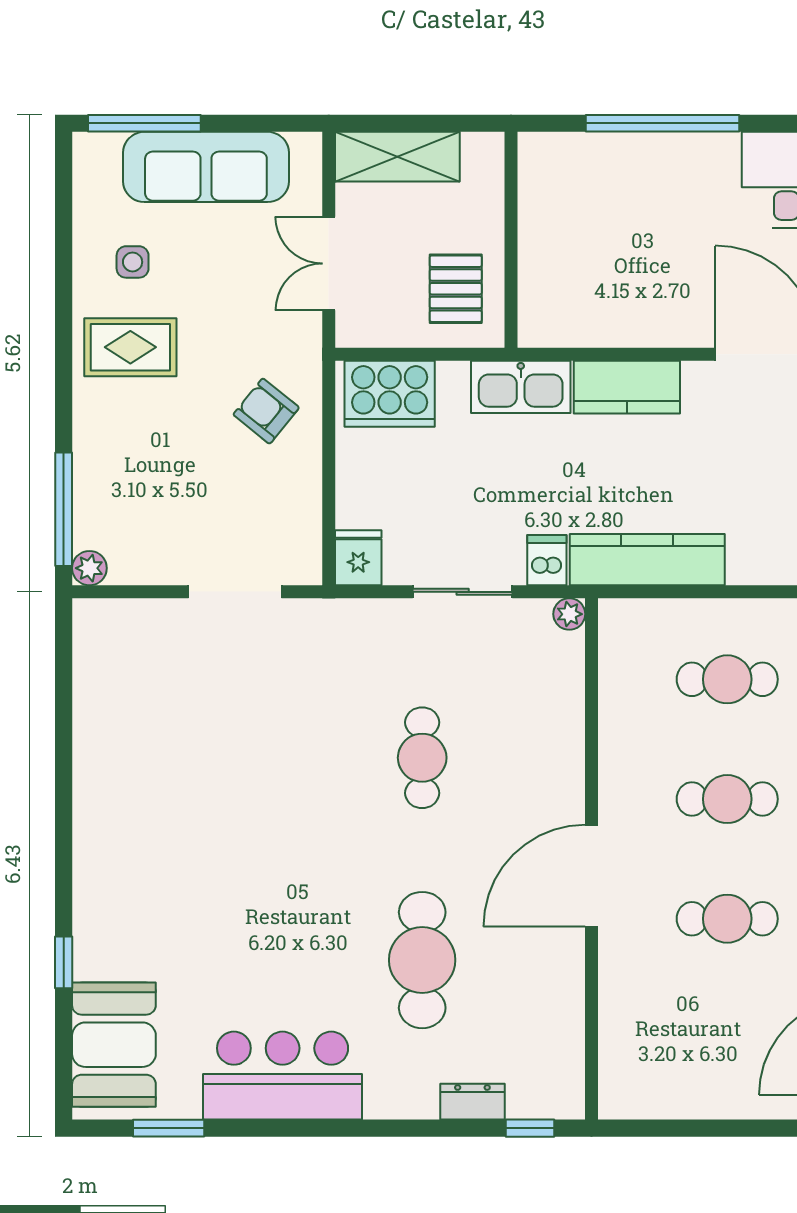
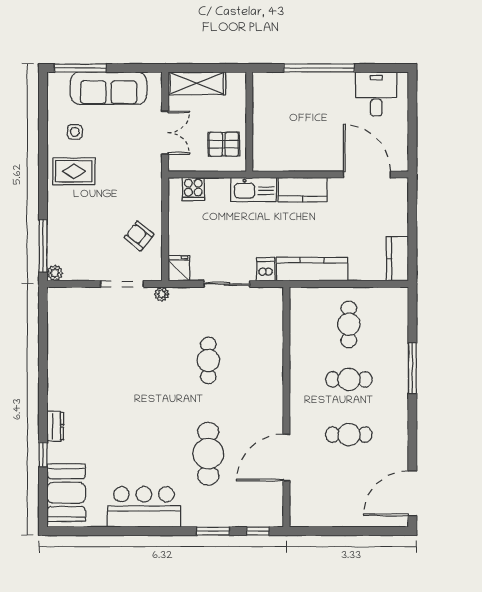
double door: (329, 264) -> (165, 133), swing flipped
pallet: (456, 289) -> (224, 144), turned 90
cooker: (390, 394) -> (193, 189), width x0.53, depth x0.76
armchair: (266, 411) -> (139, 236), moved
plant: (569, 614) -> (162, 294), moved
cafe table: (727, 679) -> (349, 324), turned 90
door: (592, 876) -> (286, 458), moved
dresser: (472, 1102) -> (55, 426), moved, turned 90
window: (169, 1128) -> (213, 531), moved

